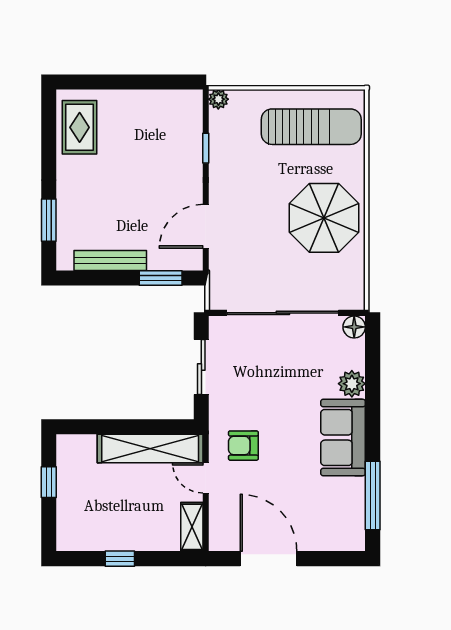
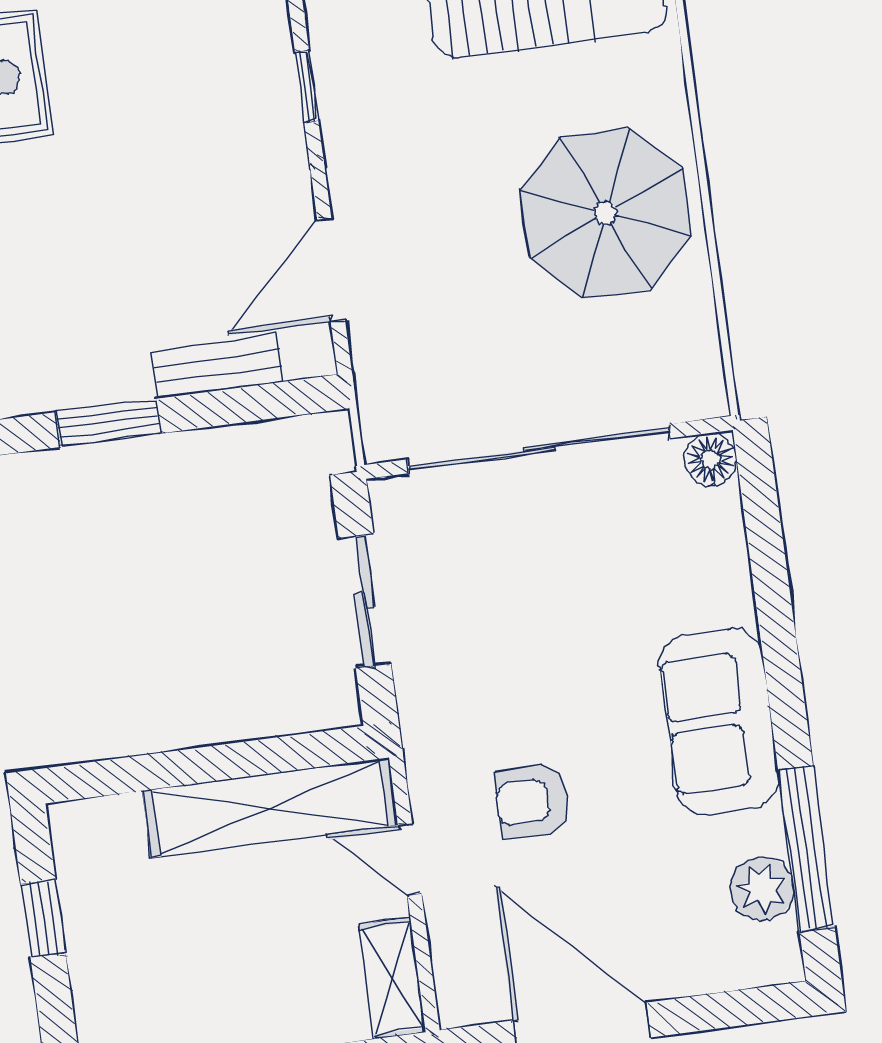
bench: (110, 260) -> (217, 367), moved, width x0.73
window: (161, 278) -> (108, 423), moved
plant: (352, 384) -> (762, 888), moved
armchair: (243, 446) -> (532, 801), moved

